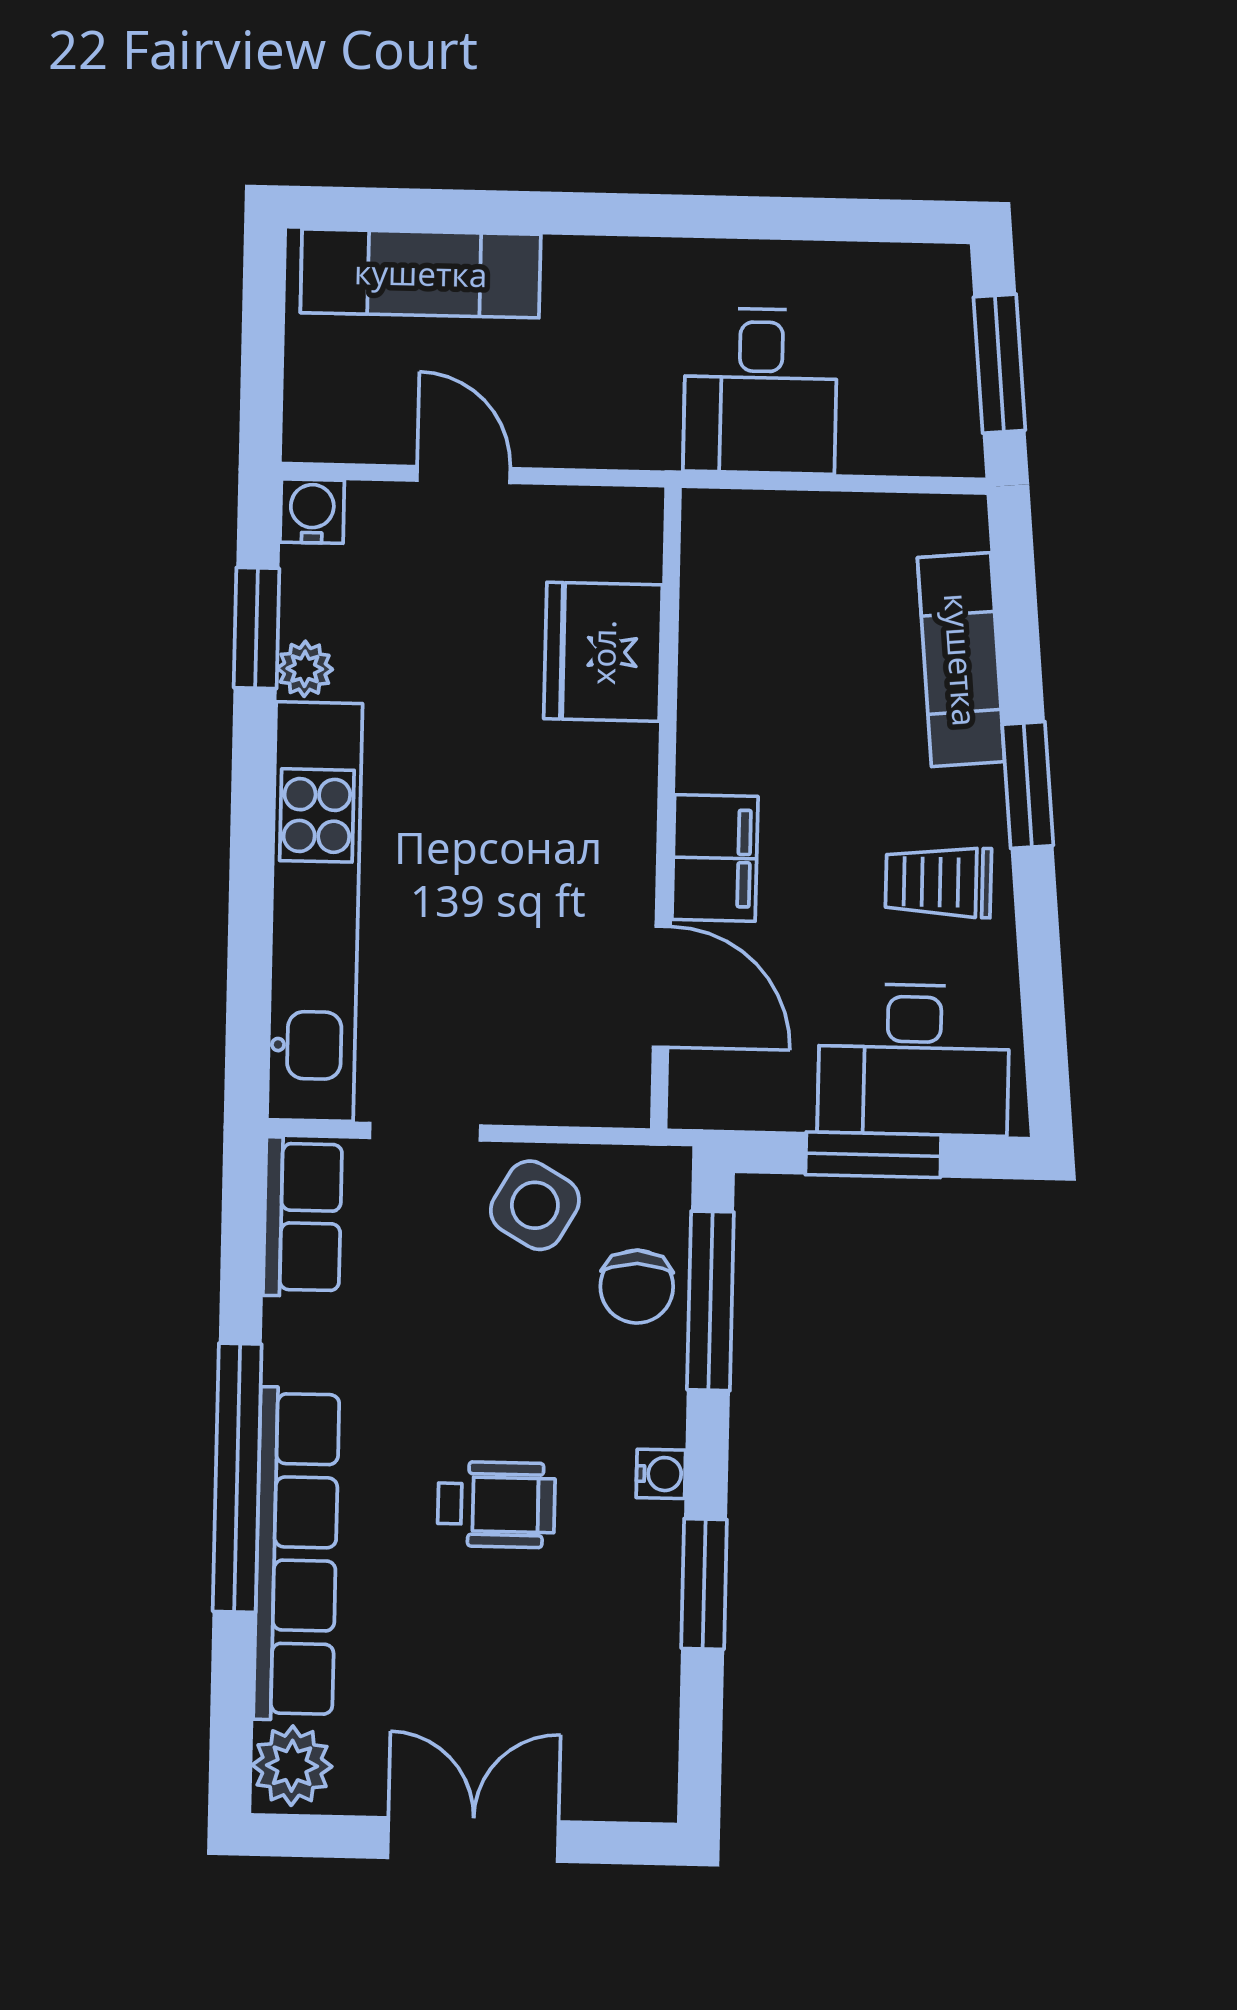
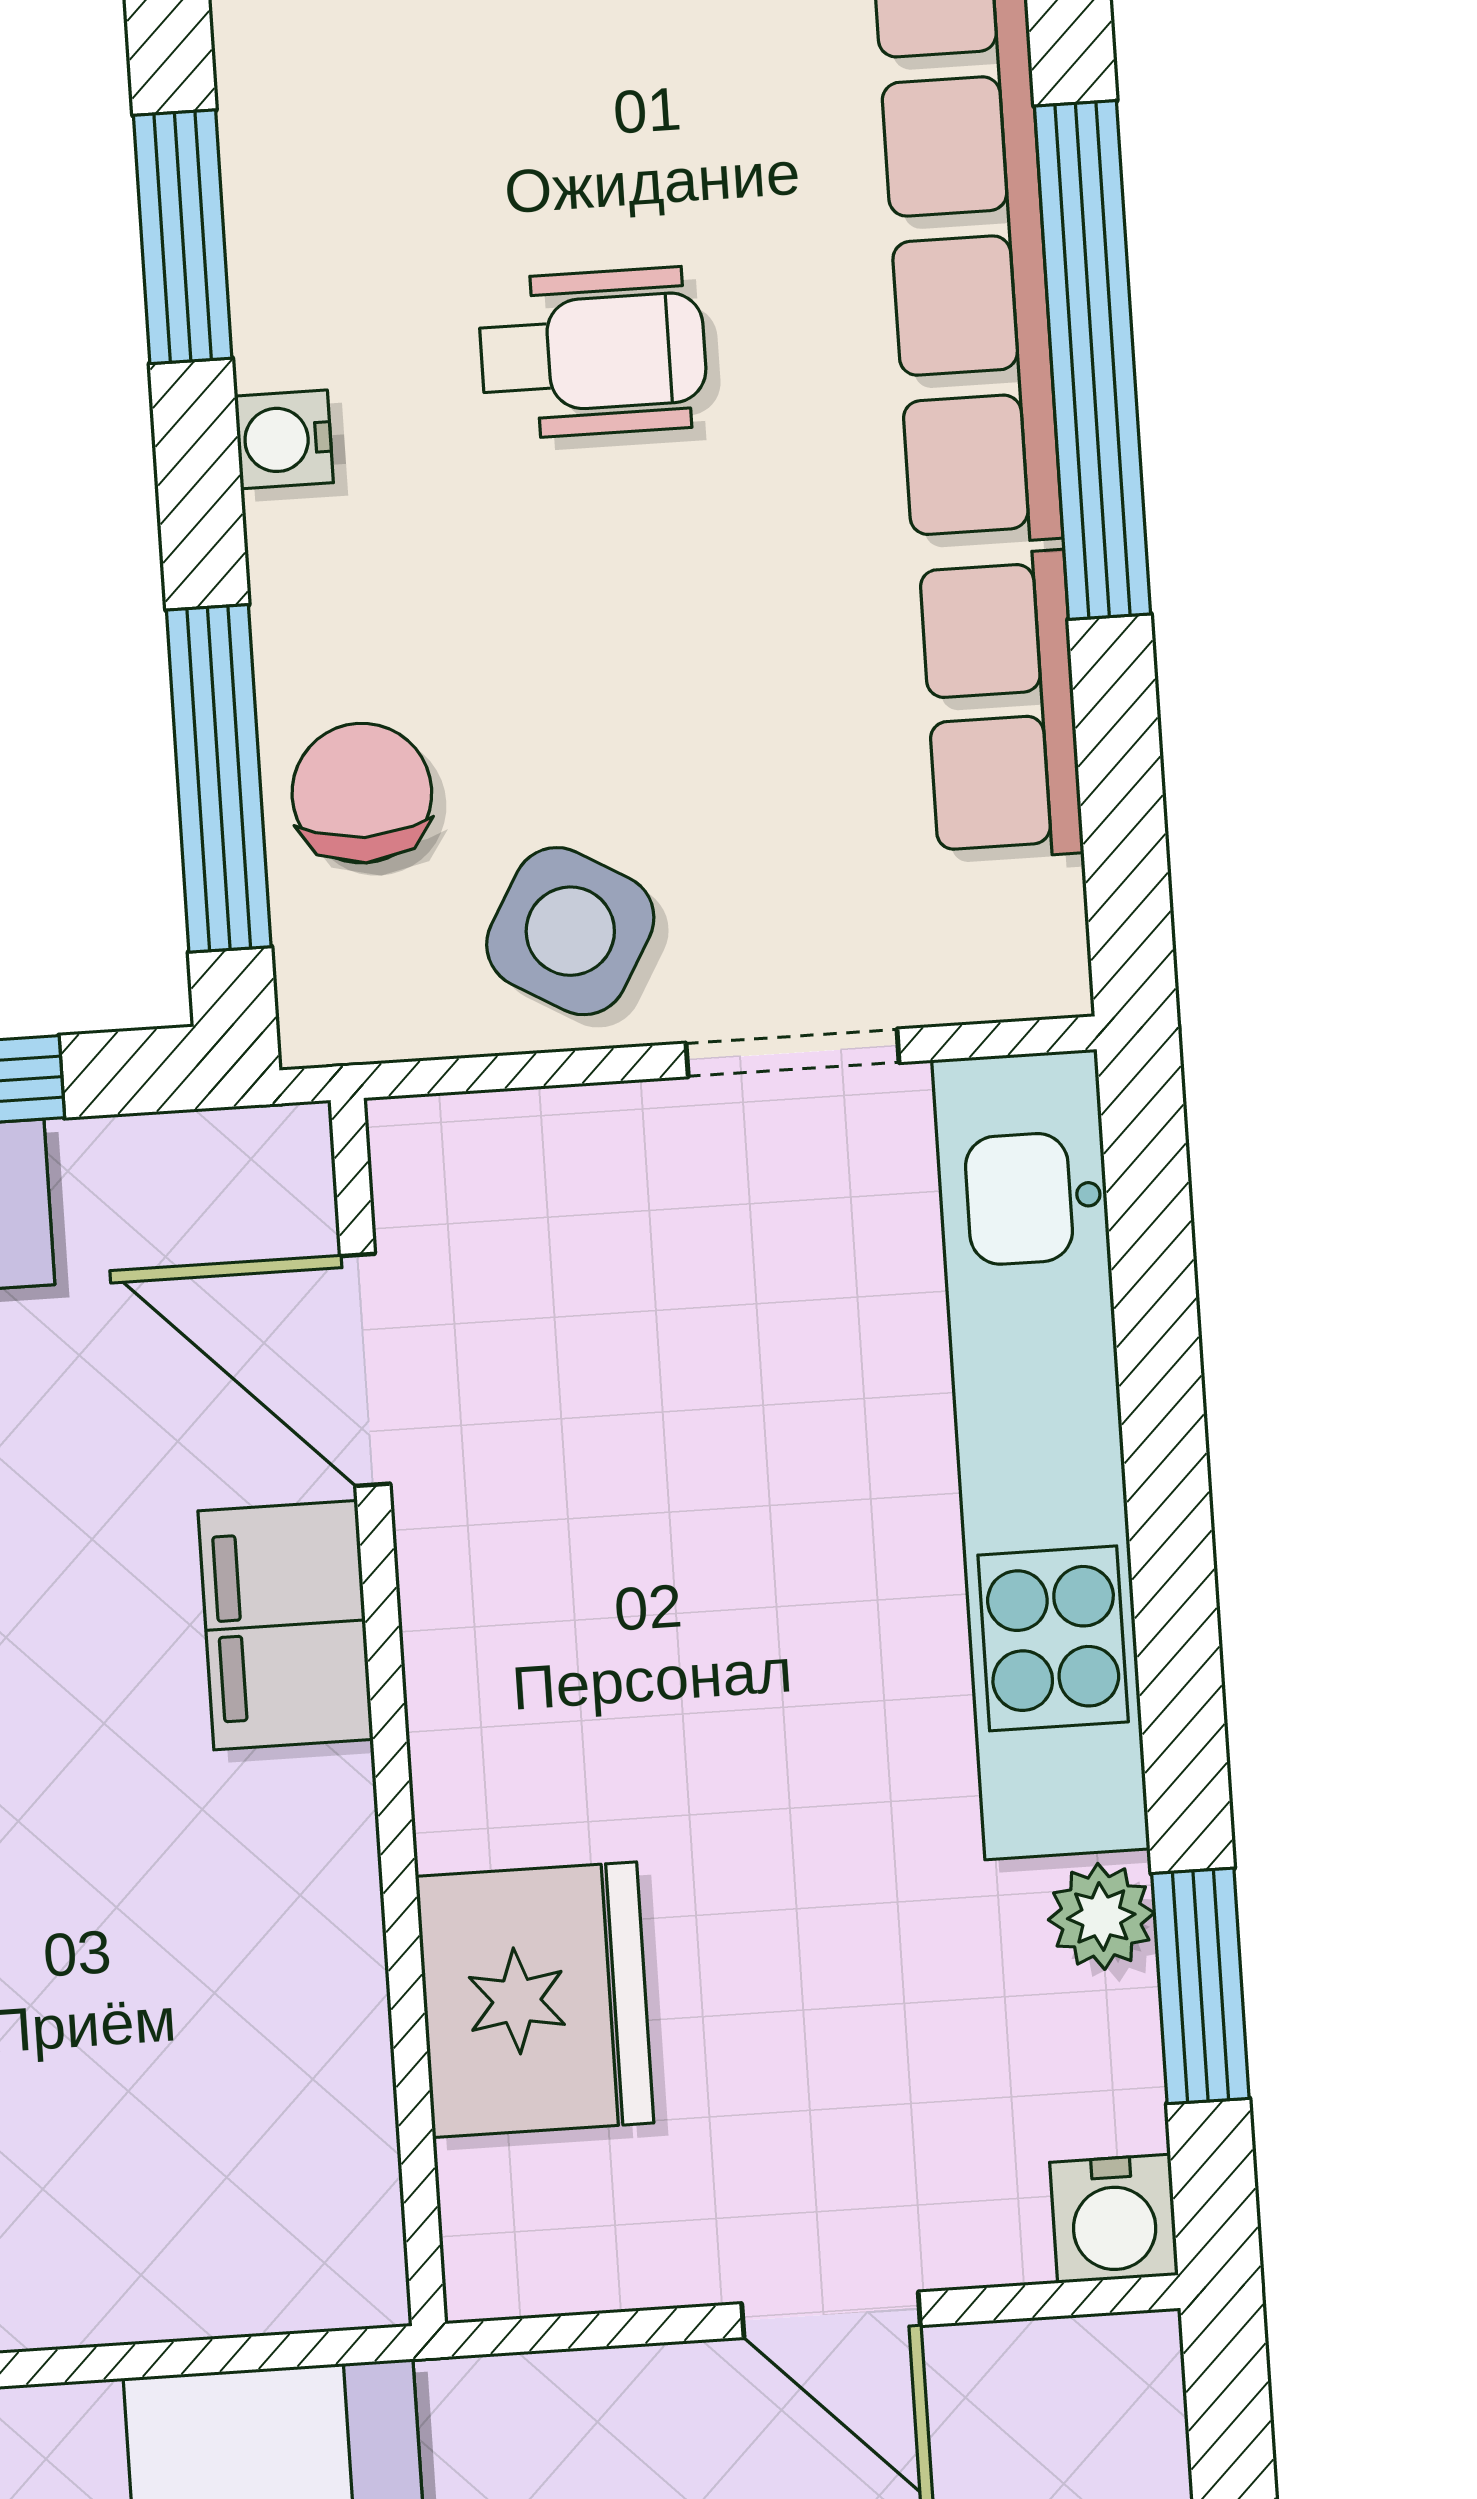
row of seats: (303, 1217) -> (1001, 706), moved
wheelchair: (496, 1505) -> (593, 353), turned 180

